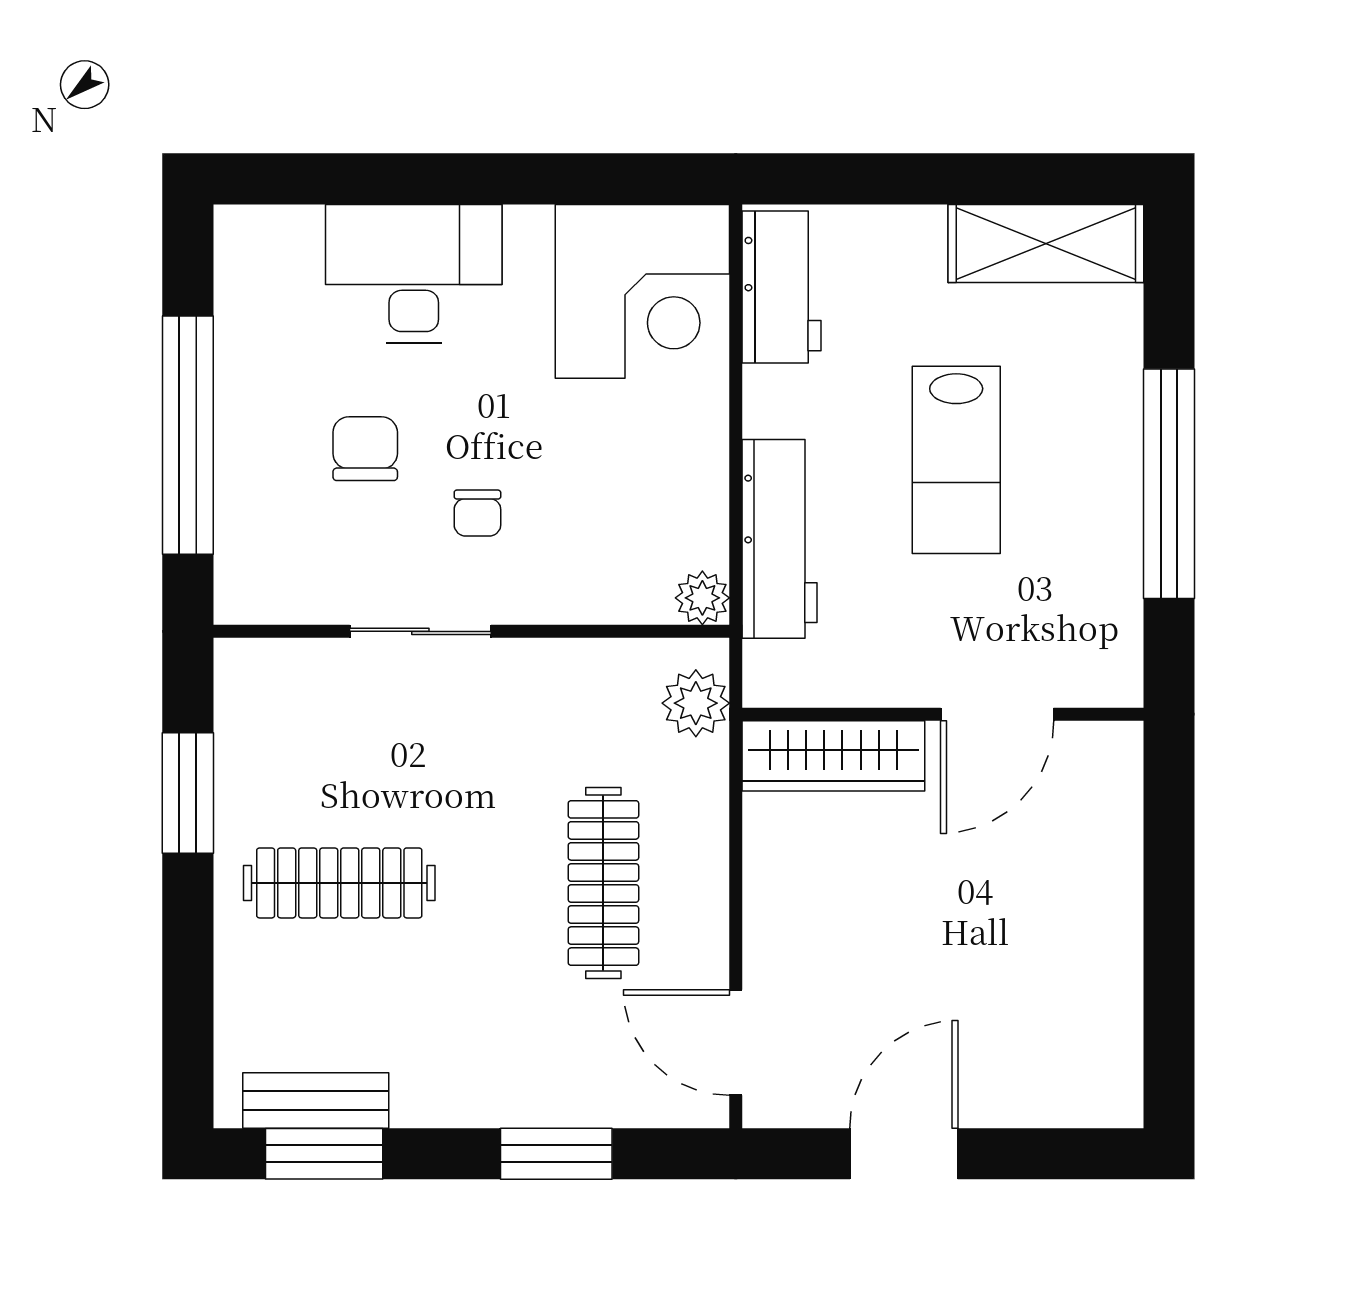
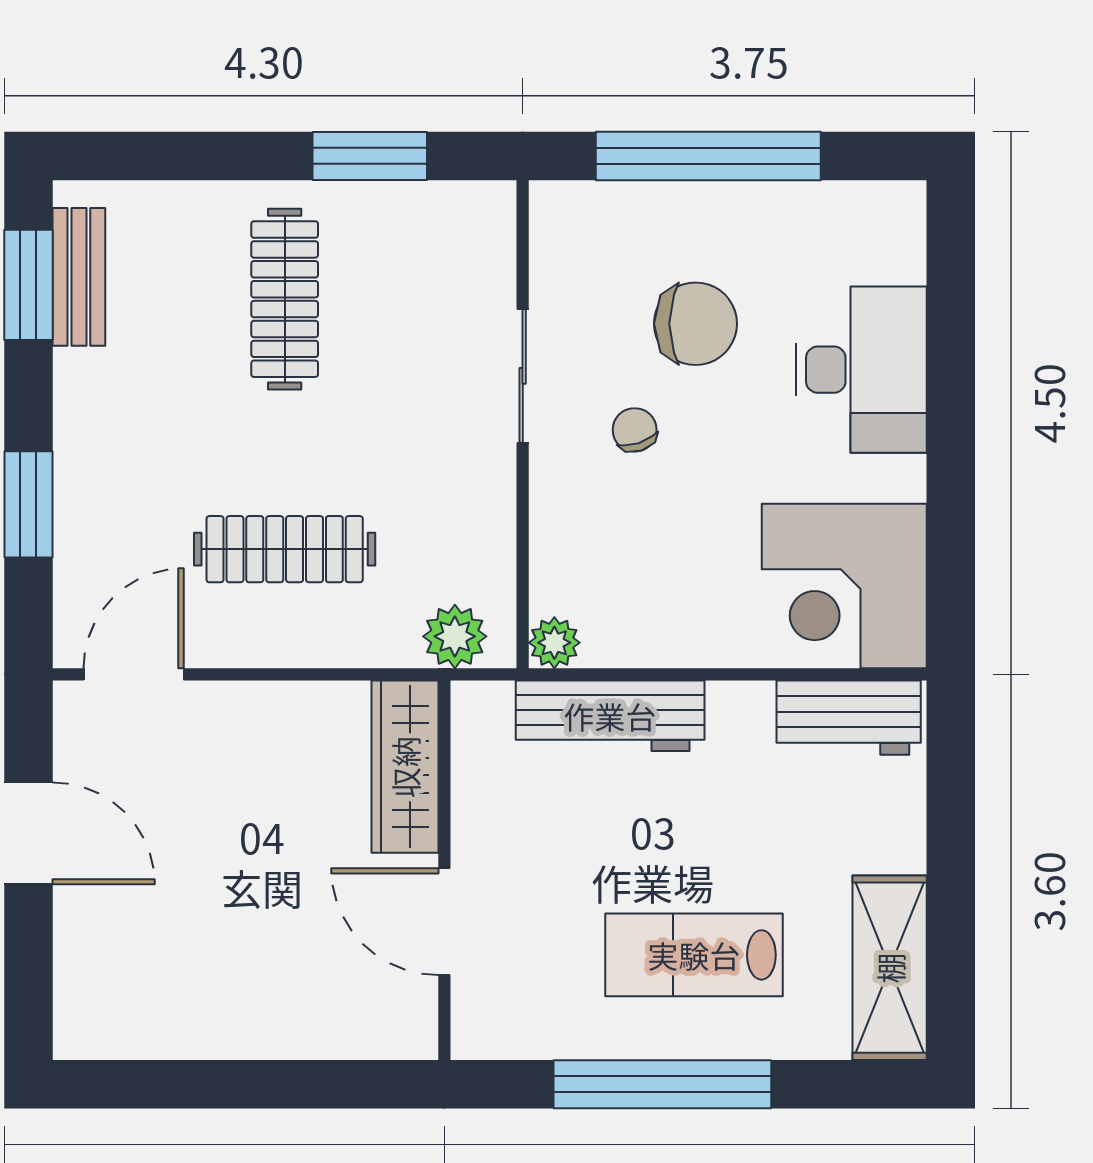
chair: (365, 449) -> (696, 324), width x1.37, depth x1.37
lab bench: (956, 460) -> (694, 955), moved
chair: (477, 513) -> (635, 430), turned 72

